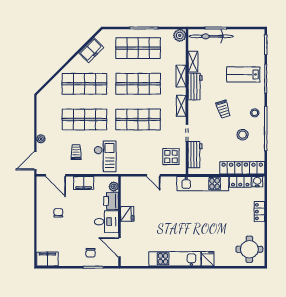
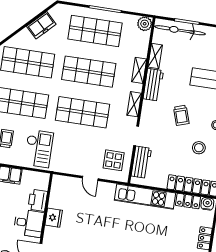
plant: (114, 187) -> (43, 184), removed

